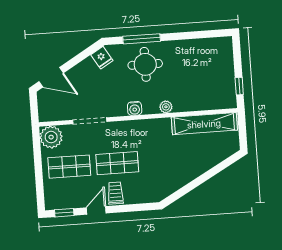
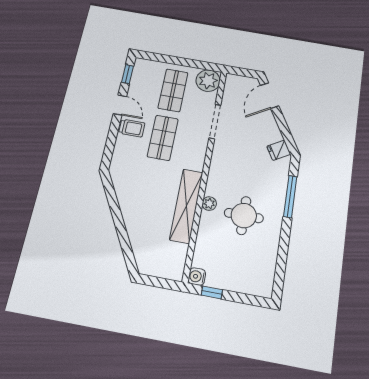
round table: (145, 64) -> (244, 216), moved
water cooler: (135, 108) -> (197, 277), moved
shelving: (204, 124) -> (186, 206), moved

